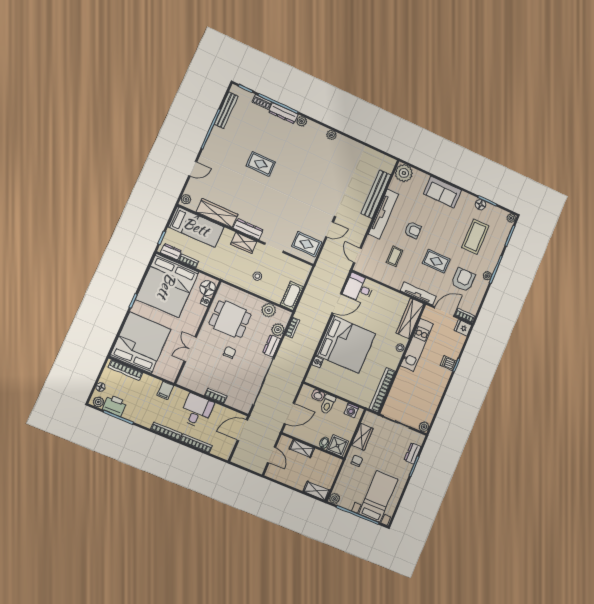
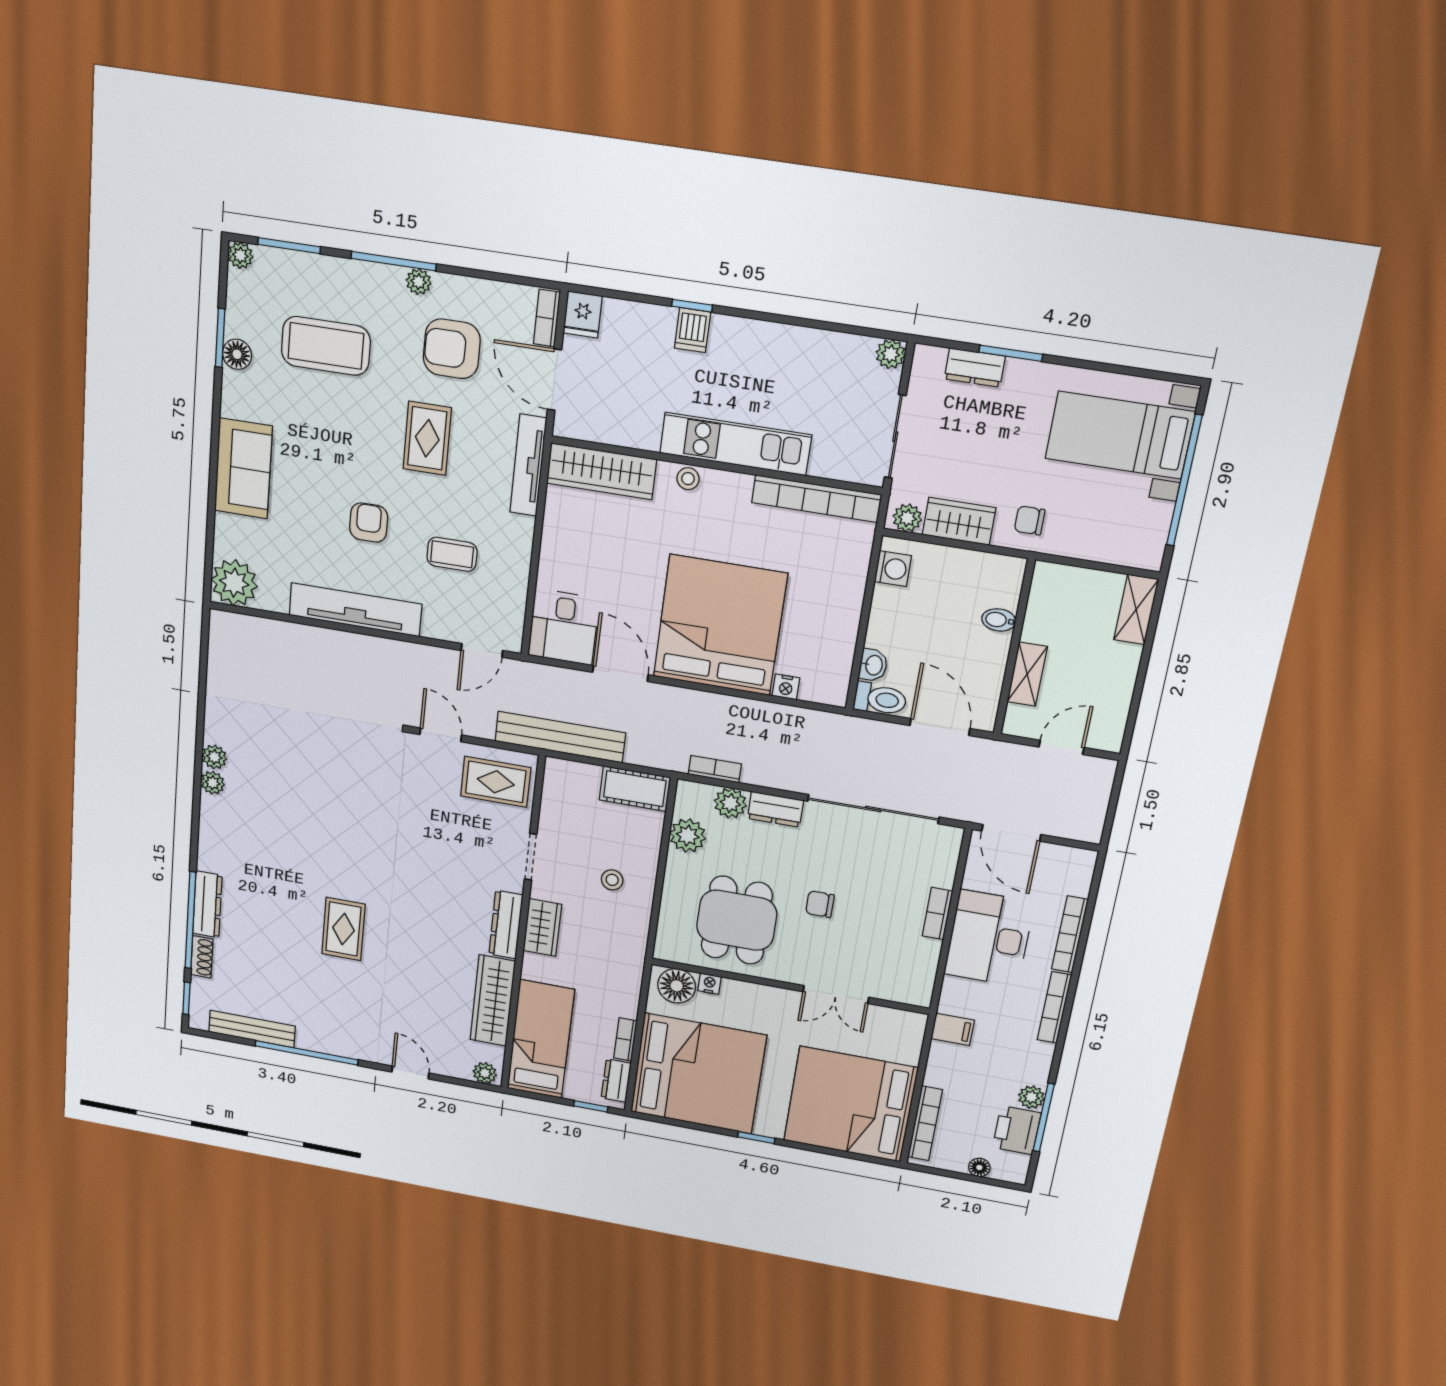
plant: (302, 121) -> (214, 757), moved
bench: (376, 194) -> (560, 737), moved
rug: (307, 244) -> (496, 782), turned 90
kitchen unit: (417, 345) -> (735, 444), moved
plant: (98, 402) -> (1031, 1097), moved
toilet: (328, 404) -> (880, 699), moved
desk: (197, 411) -> (989, 938), width x1.37
shower: (338, 446) -> (999, 583), removed
plant: (335, 498) -> (907, 518), moved

